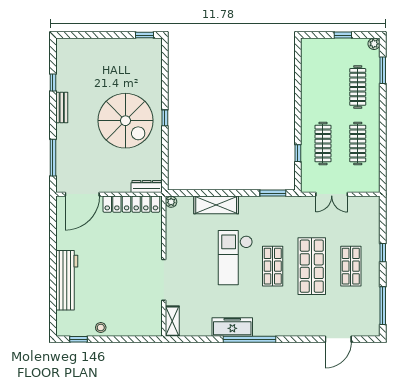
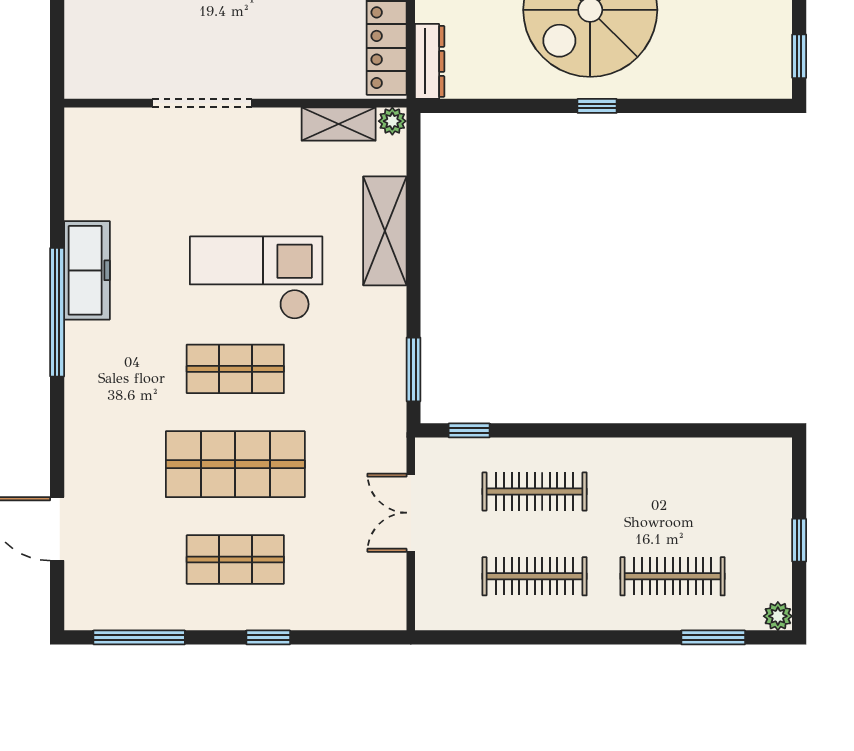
window: (298, 153) -> (469, 430), moved
shelving: (172, 321) -> (339, 124), moved

